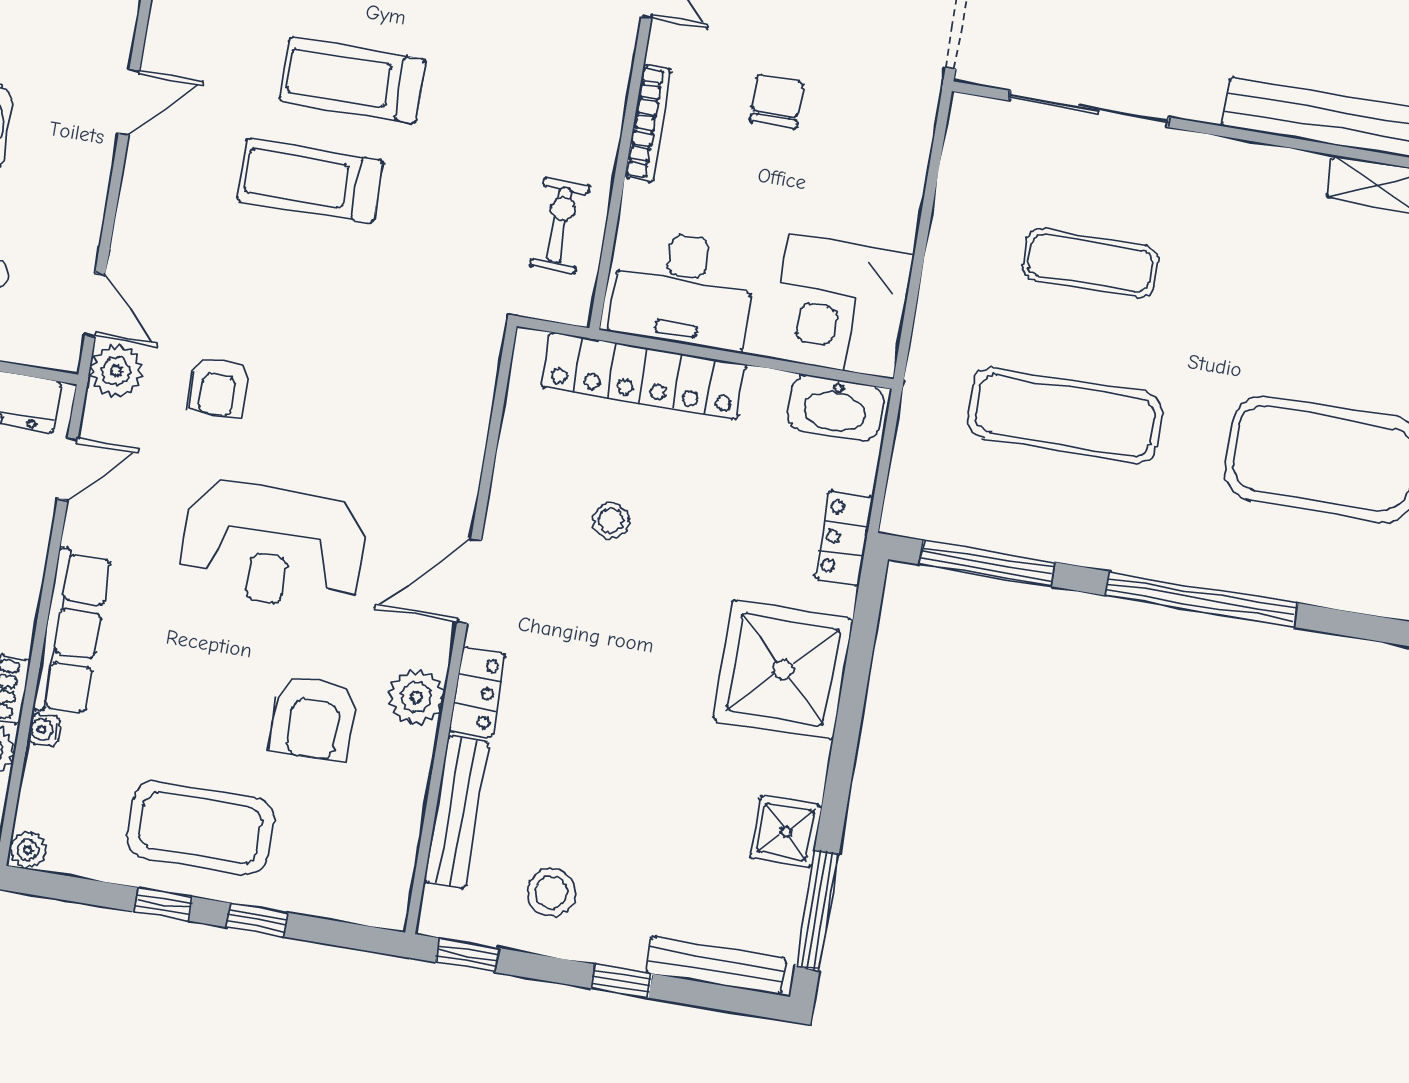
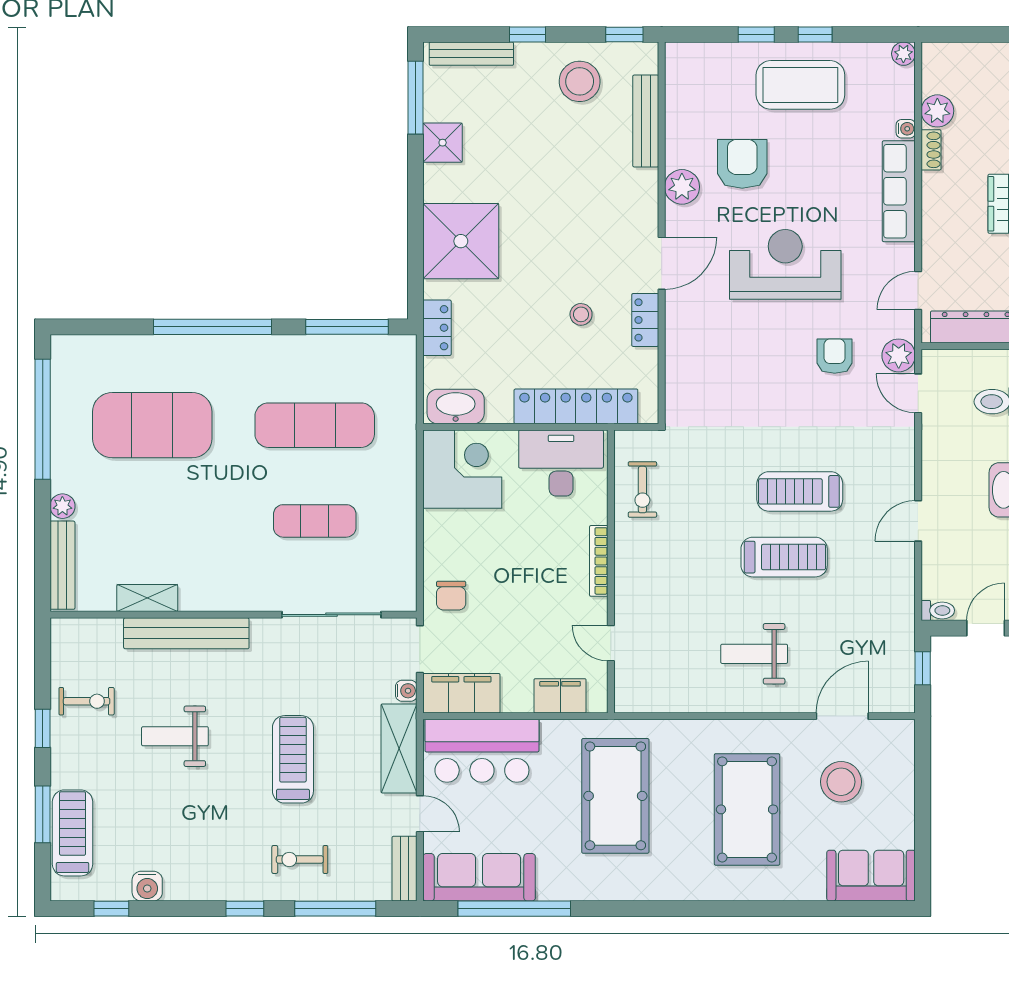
chair: (777, 102) -> (451, 596), moved
treadmill: (310, 181) -> (800, 491), turned 180
locker: (477, 692) -> (645, 320), moved
stool: (551, 892) -> (580, 81), width x1.38, depth x1.38

